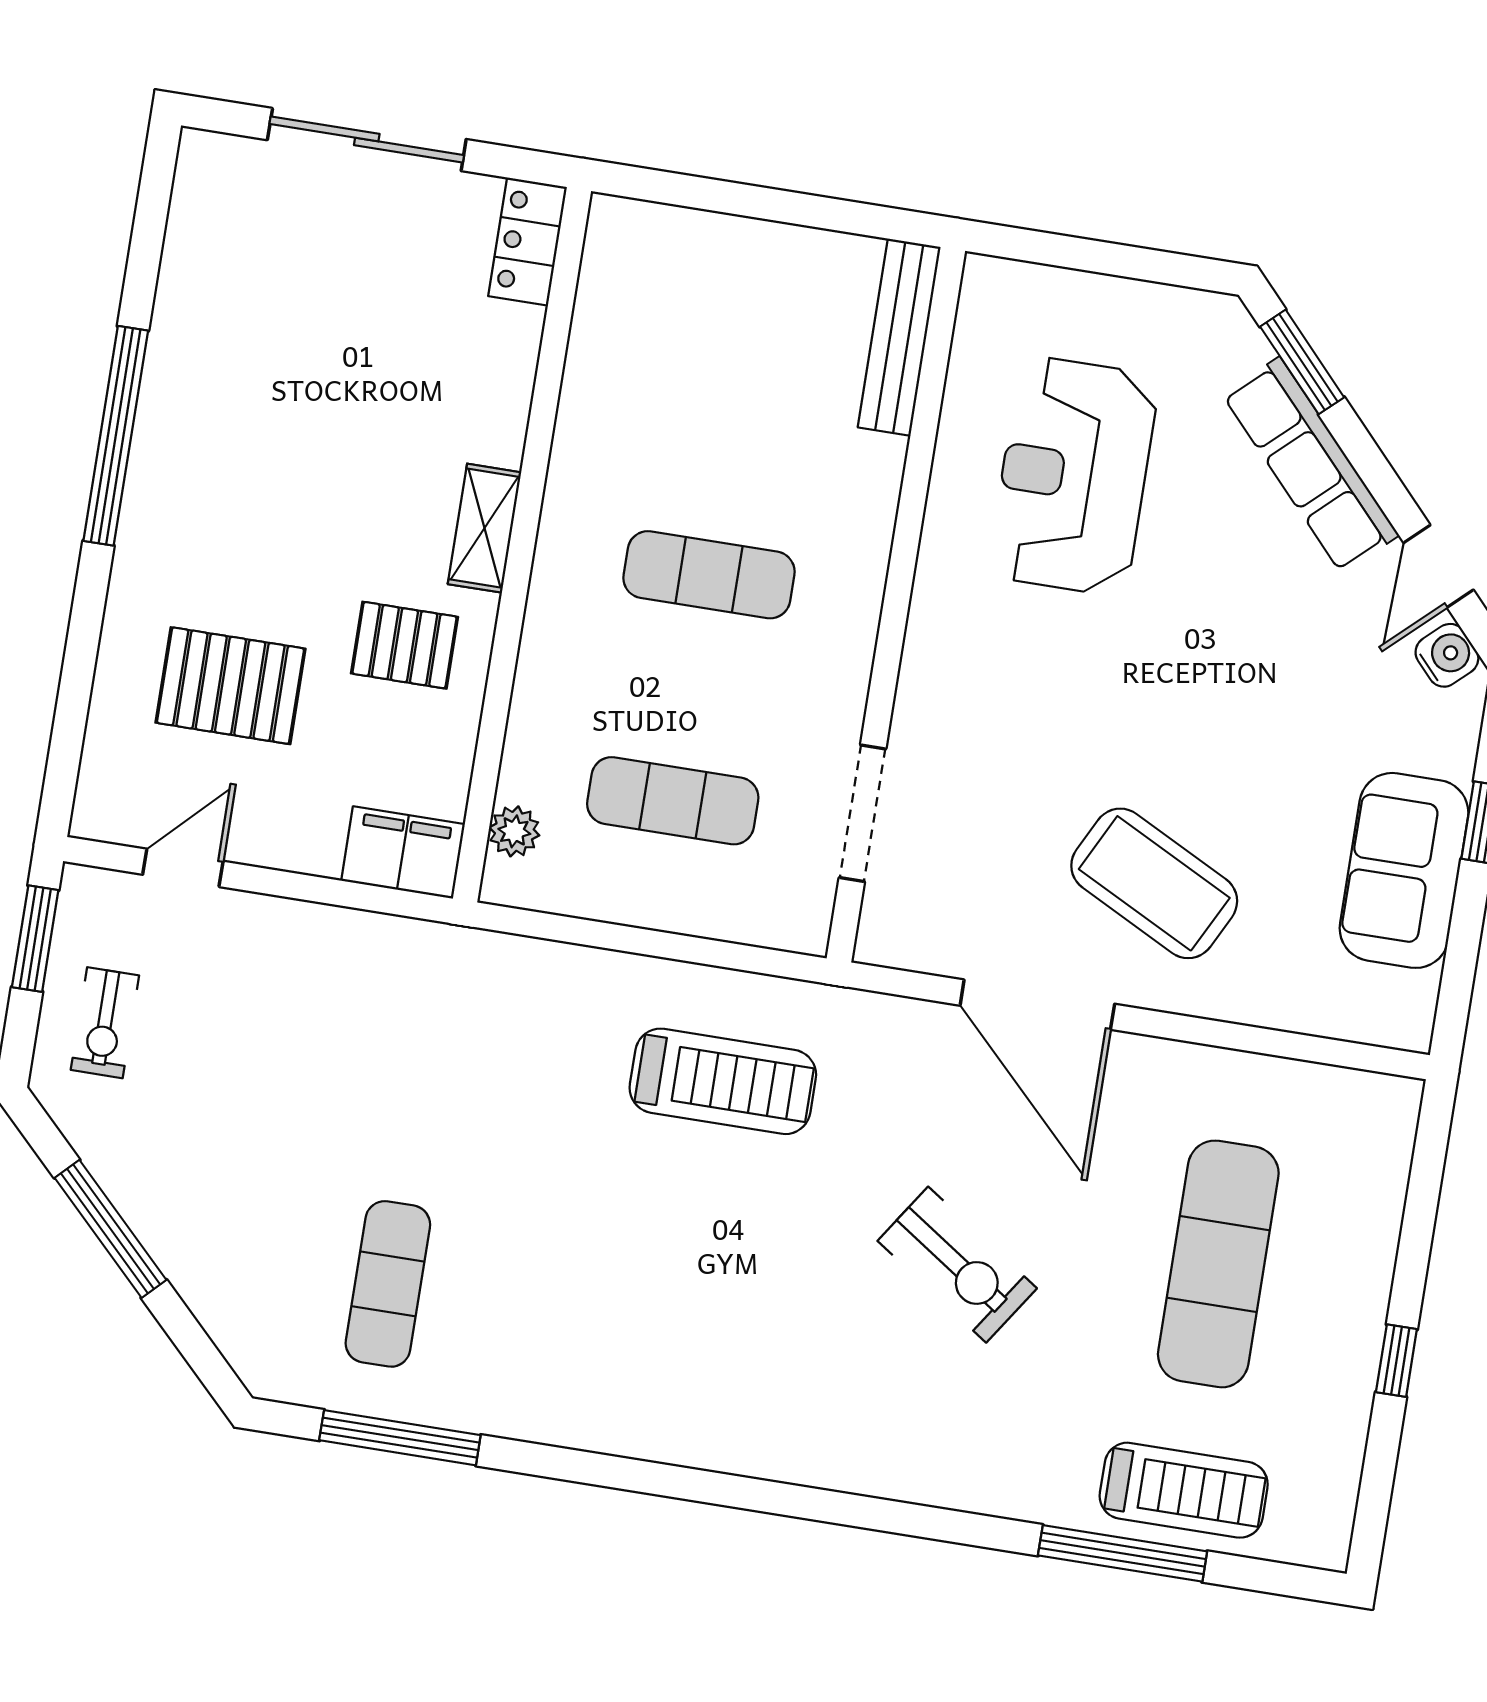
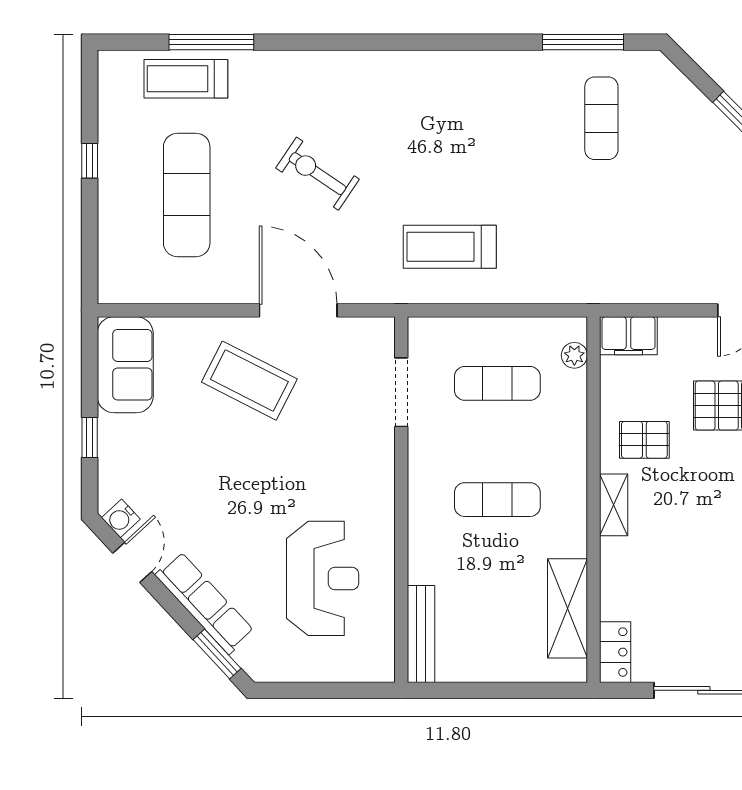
shelving: (607, 341) -> (567, 608), added
sofa: (1404, 870) -> (125, 365), moved

